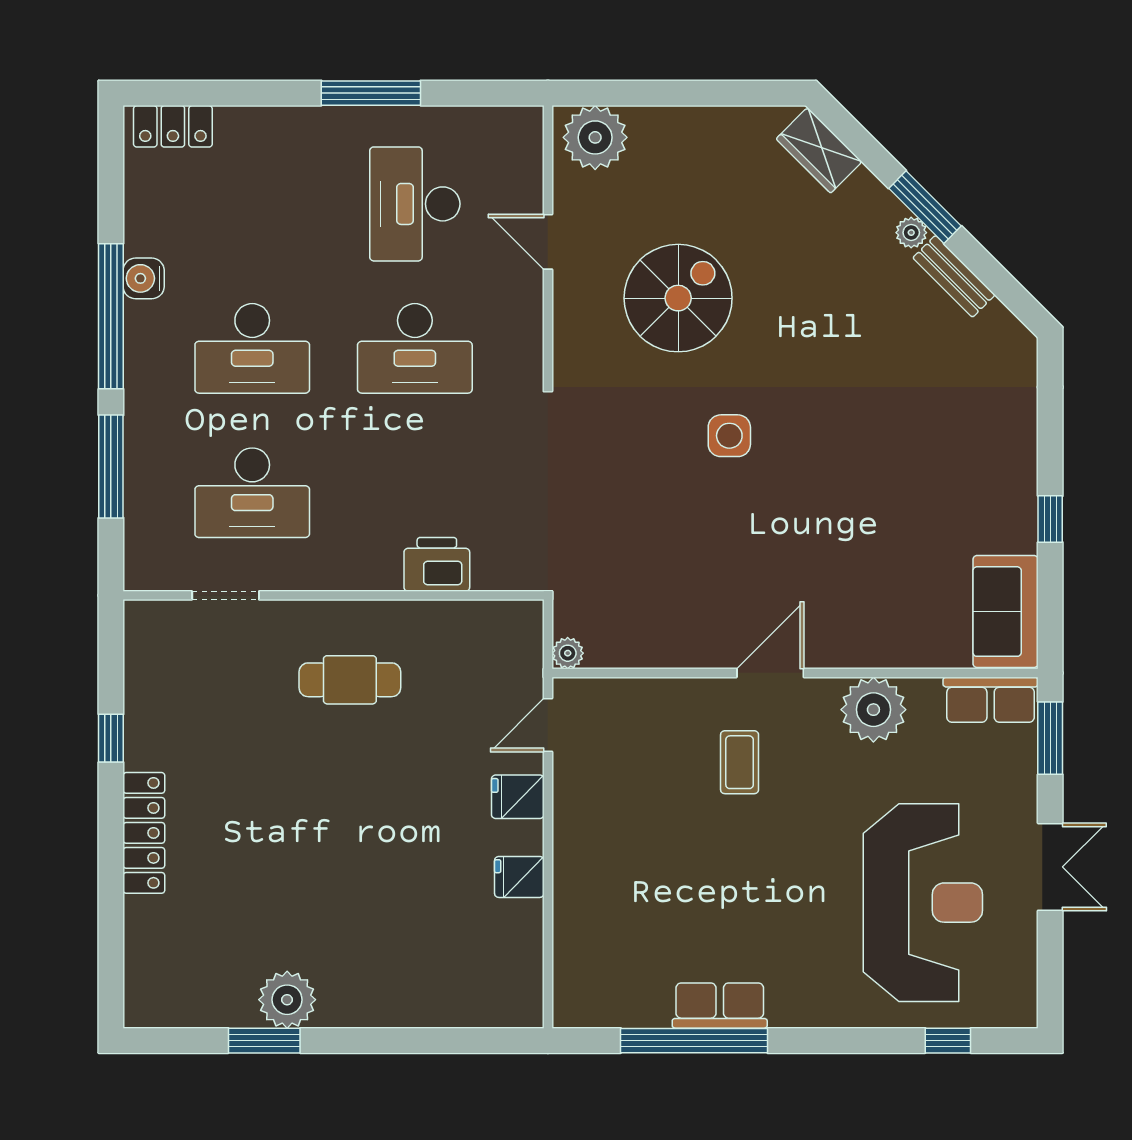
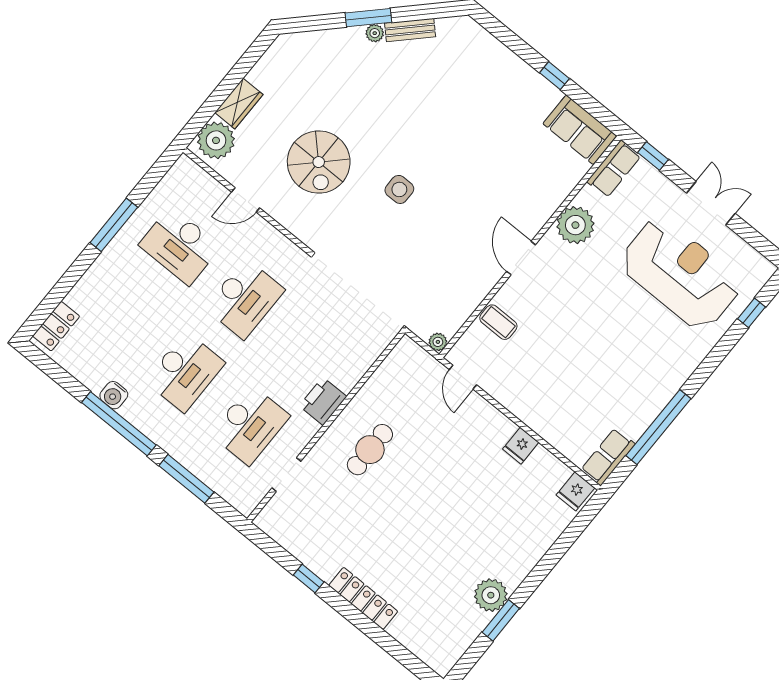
wardrobe: (819, 150) -> (239, 104), moved, turned -45
spiral stairs: (678, 298) -> (319, 162), turned 180
printer: (437, 564) -> (323, 401), moved
window: (1050, 738) -> (653, 156), width x0.67
coffee table: (740, 762) -> (498, 322), moved
fridge: (518, 797) -> (575, 491), moved
row of seats: (720, 1006) -> (608, 457), moved

